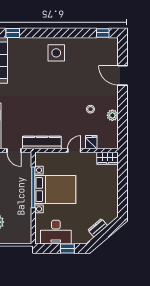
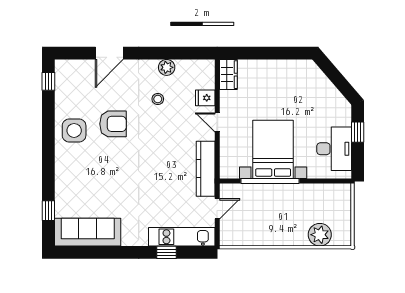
side table: (56, 53) -> (74, 130), moved
armchair: (73, 78) -> (113, 124), added
dresser: (98, 228) -> (328, 89), removed

